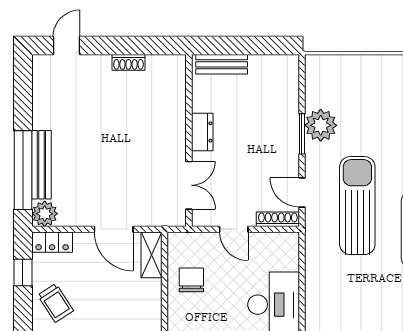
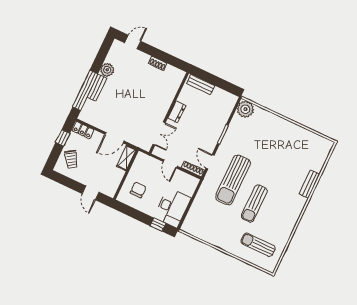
plant: (321, 125) -> (245, 109), moved
bench: (41, 165) -> (97, 88), width x0.73
sun lounger: (357, 206) -> (233, 180), turned 180
plant: (45, 214) -> (107, 70), moved
door: (114, 229) -> (114, 138), hinge flipped
chair: (191, 280) -> (138, 190), moved

